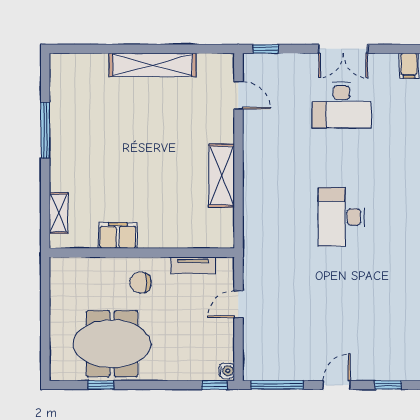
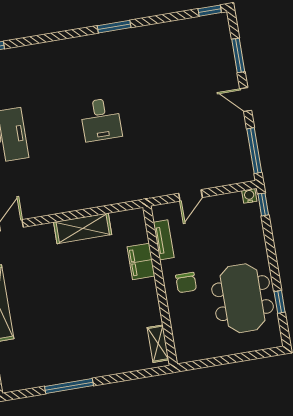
shelving: (59, 213) -> (158, 344), moved, turned 90
desk: (341, 217) -> (101, 120), width x0.73
filing cabinet: (118, 236) -> (141, 261), moved
door: (238, 304) -> (191, 195), hinge flipped
window: (388, 385) -> (238, 55), width x1.50

